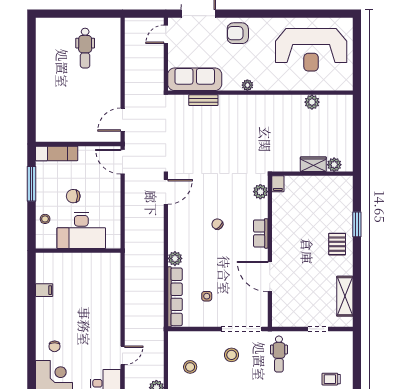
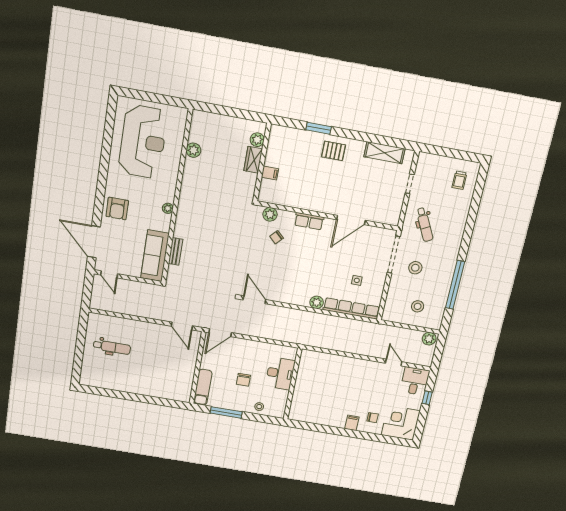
filing cabinet: (278, 184) -> (270, 173), moved
chair: (217, 224) -> (277, 237), moved
desk: (81, 231) -> (280, 373), width x0.73, depth x0.77
filing cabinet: (44, 290) -> (352, 423), moved
dental chair: (279, 354) -> (425, 225), turned 63

